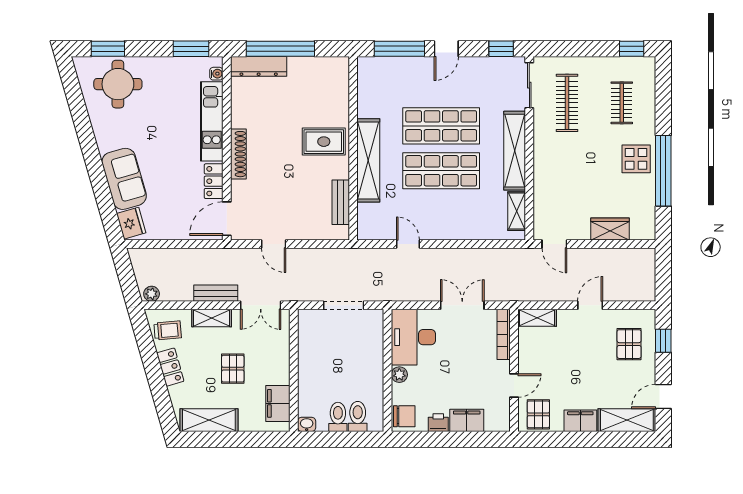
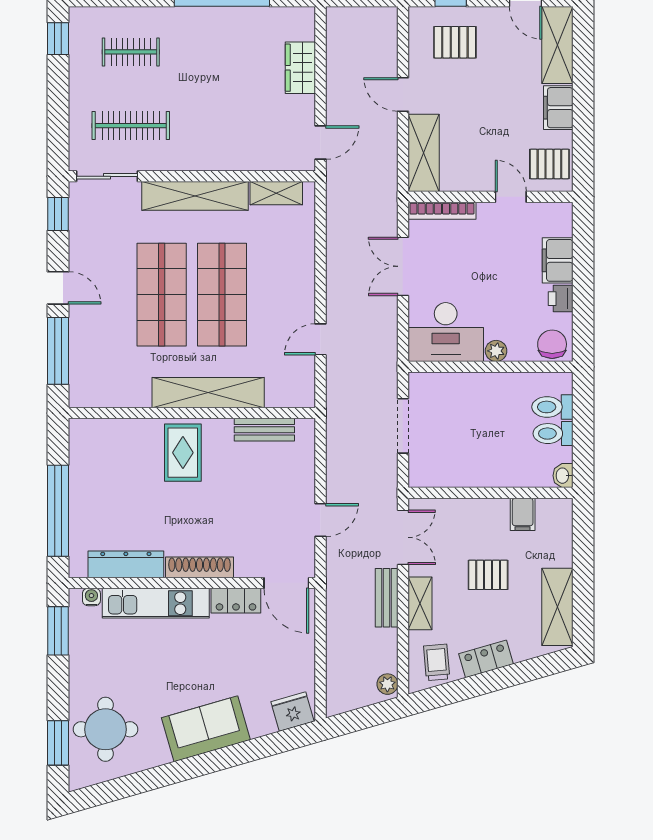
dresser: (259, 66) -> (126, 564), moved, turned -90
display table: (636, 159) -> (206, 33), removed
sofa: (124, 179) -> (206, 729), moved
shelving: (537, 318) -> (424, 153), width x1.50, depth x1.33
filing cabinet: (278, 403) -> (523, 514), width x0.50

